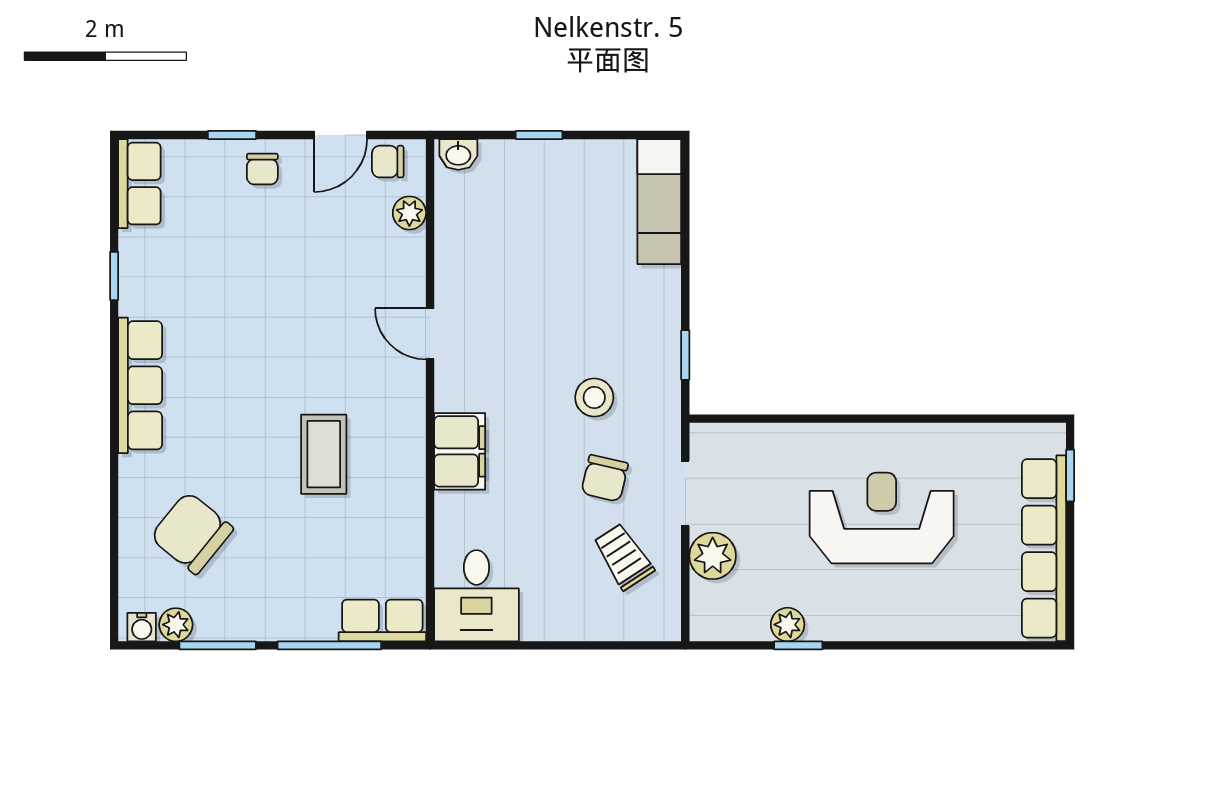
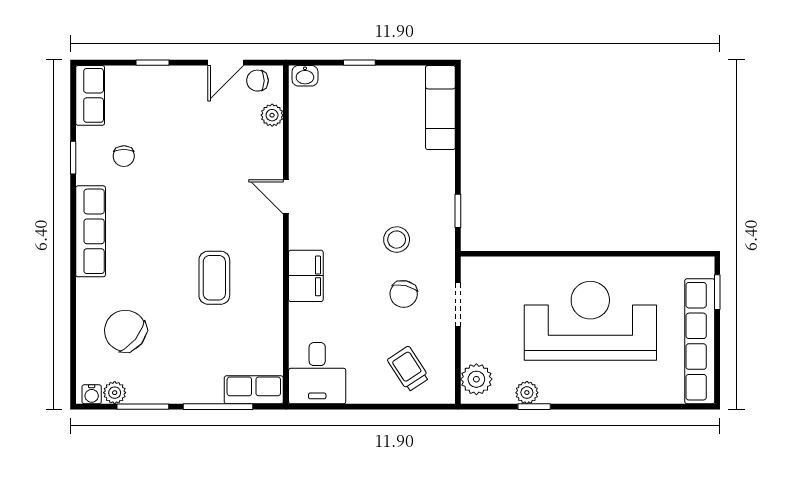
chair: (262, 169) -> (124, 156), moved
reception desk: (882, 518) -> (590, 321), width x1.36, depth x1.30
plant: (713, 556) -> (476, 379), moved
trolley: (623, 557) -> (408, 369), moved

